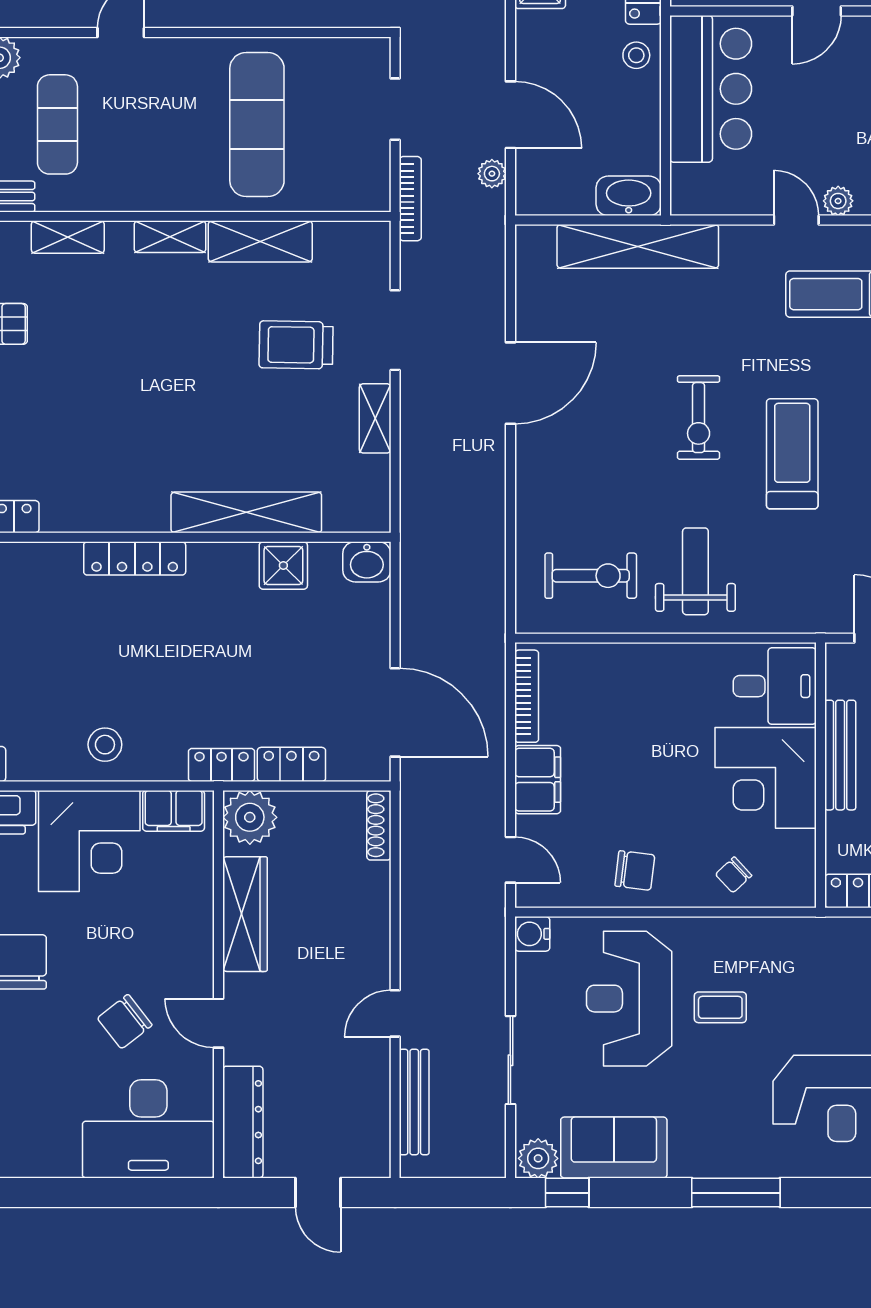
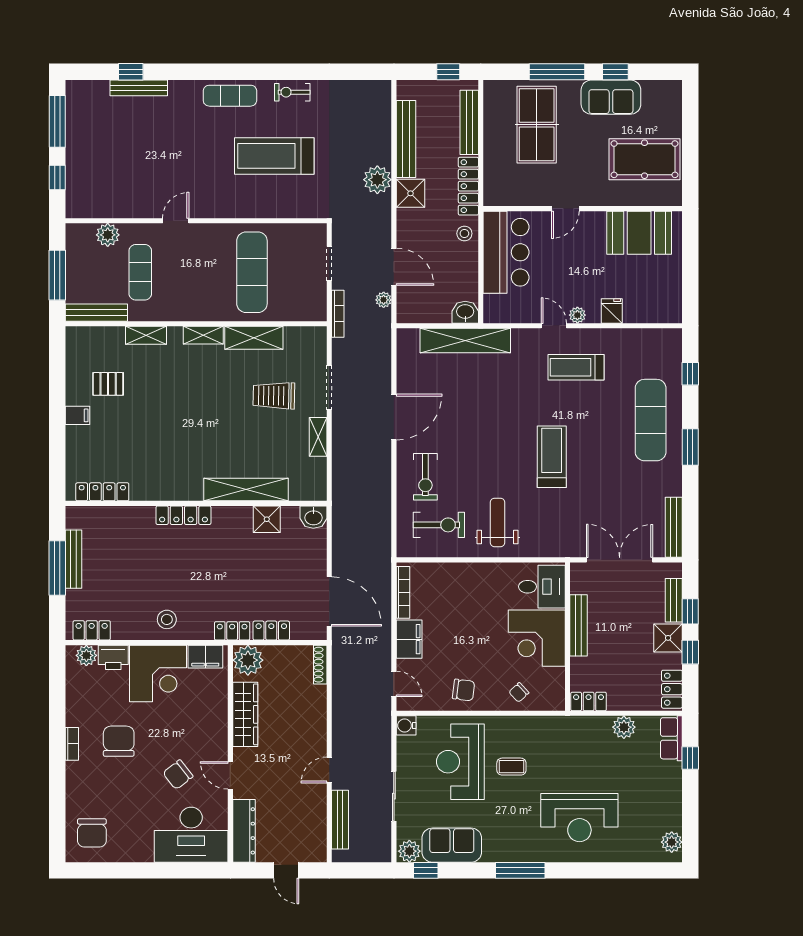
washbasin: (629, 196) -> (465, 312), width x0.72
exercise bike: (699, 418) -> (425, 477), moved

